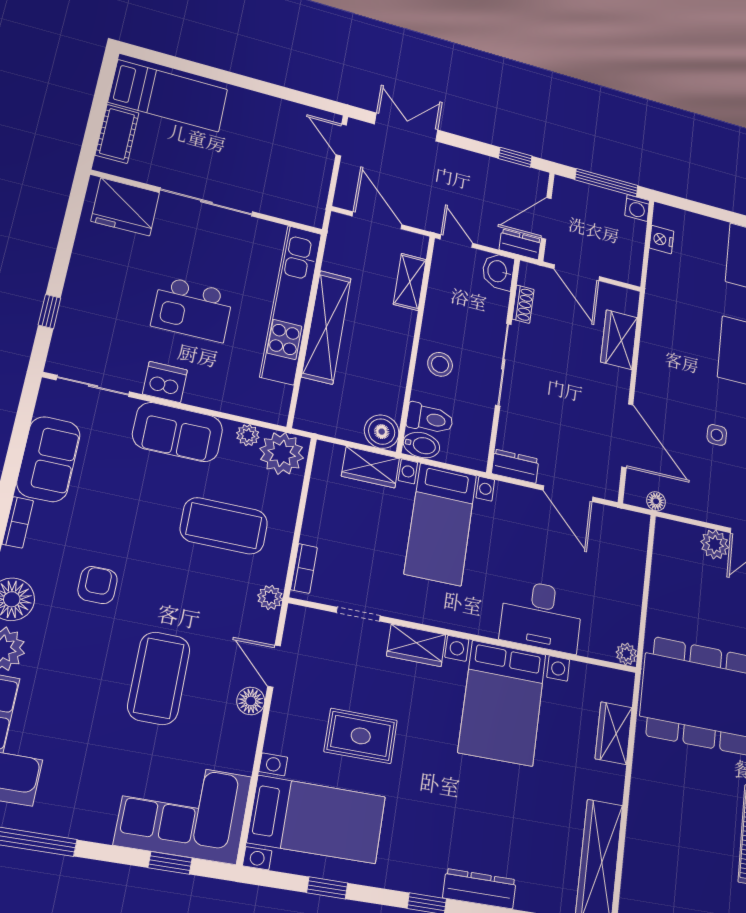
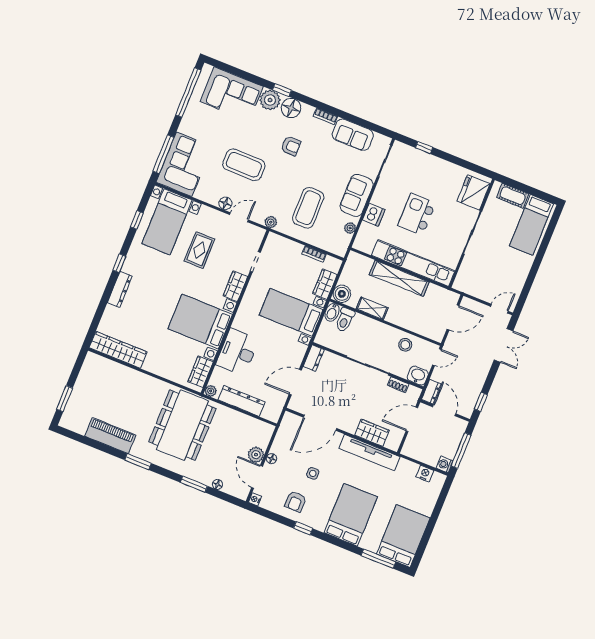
shelving: (410, 282) -> (372, 308), moved
tv unit: (654, 339) -> (370, 453), added
stool: (440, 364) -> (405, 345), moved
dishwasher: (165, 382) -> (374, 215), moved
plant: (282, 453) -> (339, 242), removed
floor lamp: (656, 501) -> (271, 459), moved
bookcase: (304, 568) -> (314, 254), moved
dresser: (628, 590) -> (241, 401), added
wardrobe: (614, 733) -> (201, 372), moved, turned -90
window: (170, 863) -> (163, 154), width x2.17

